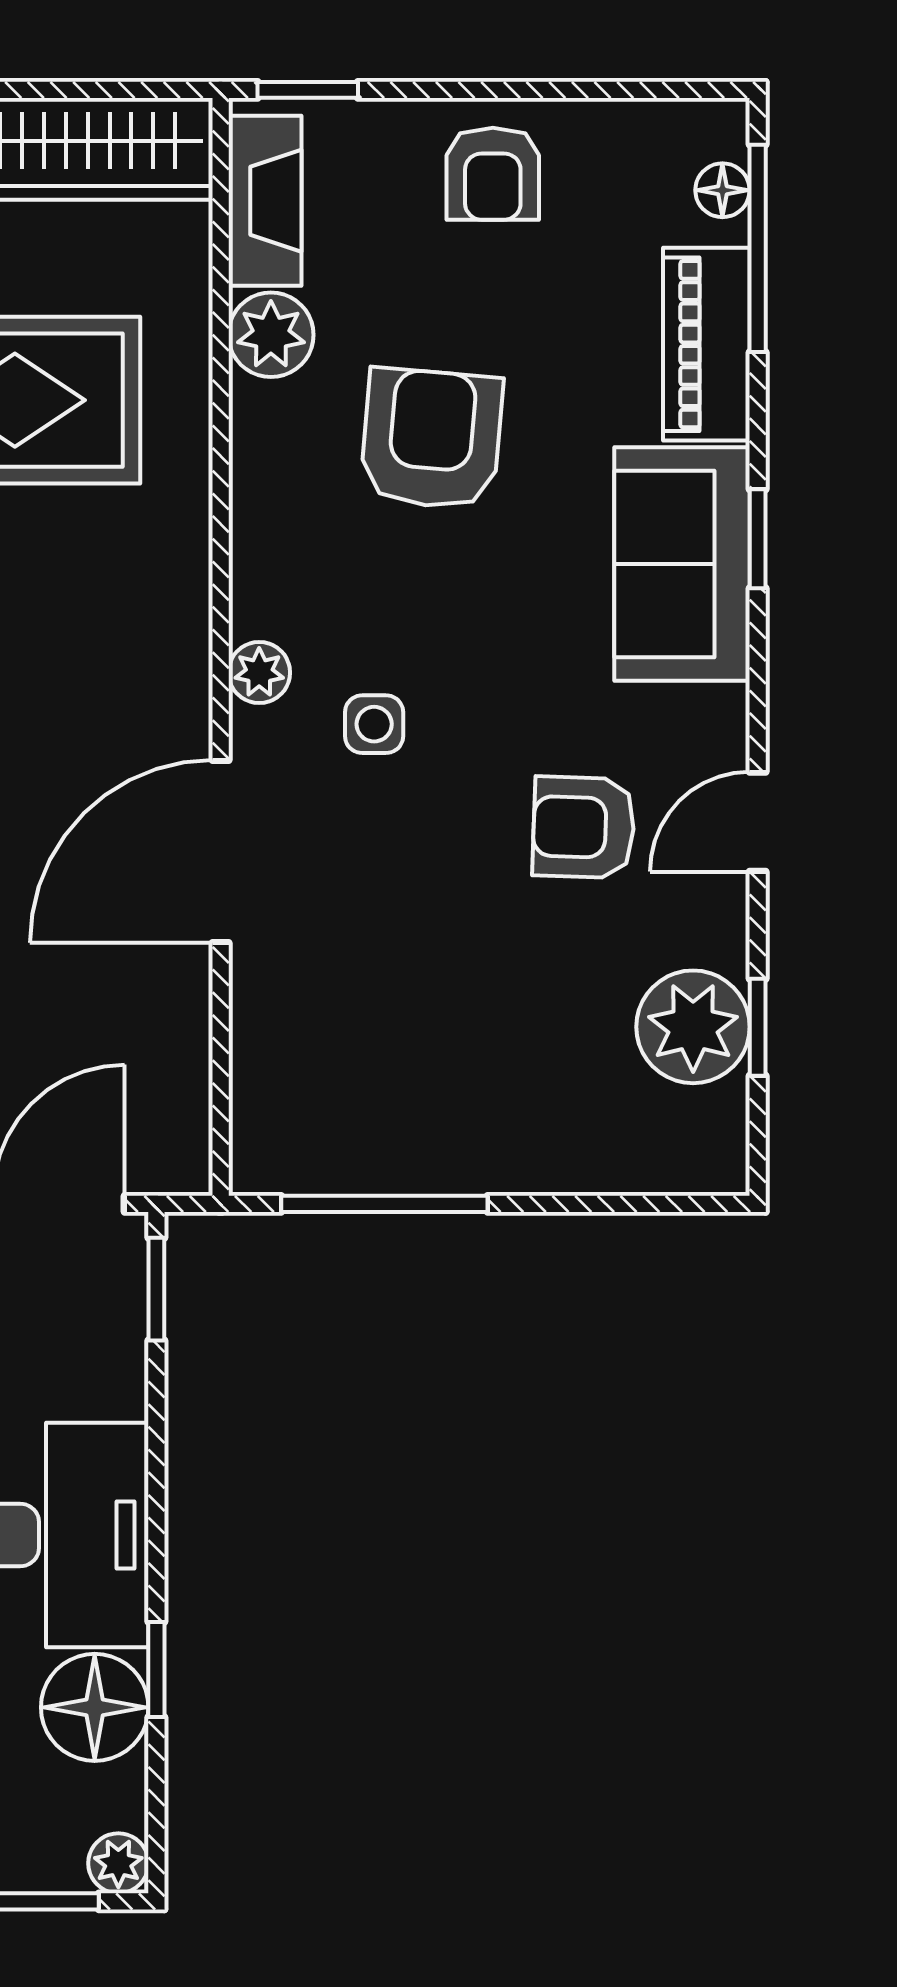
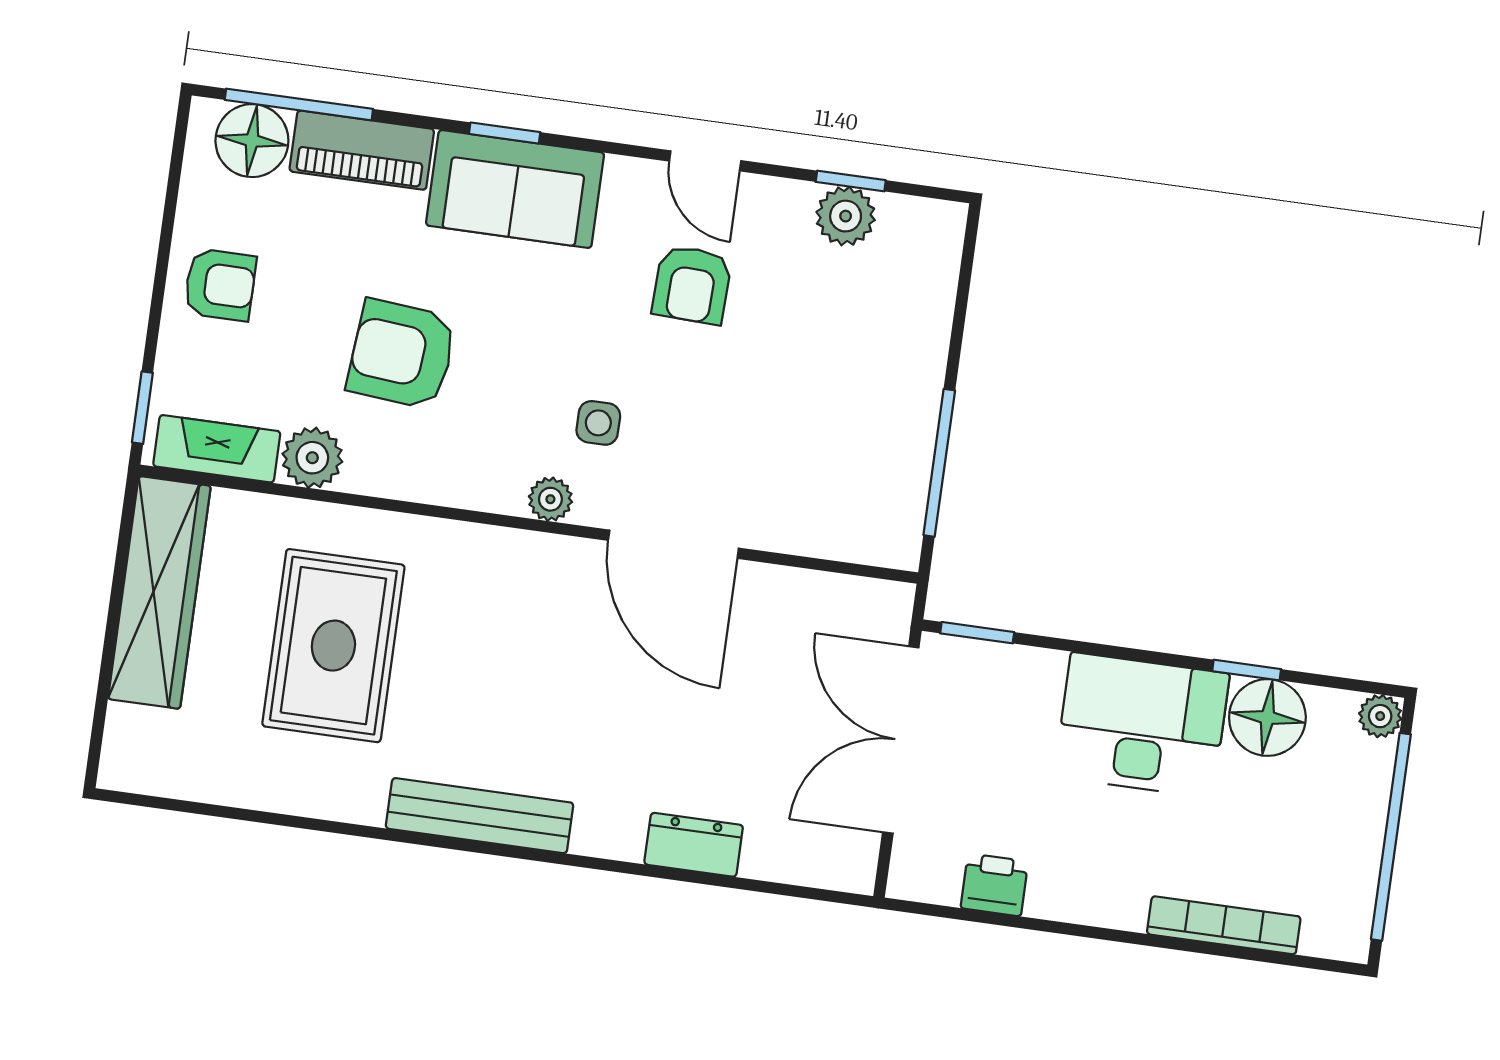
floor lamp: (722, 190) -> (252, 141), width x1.89, depth x1.89
plant: (693, 1027) -> (846, 216), width x0.73, depth x0.73

